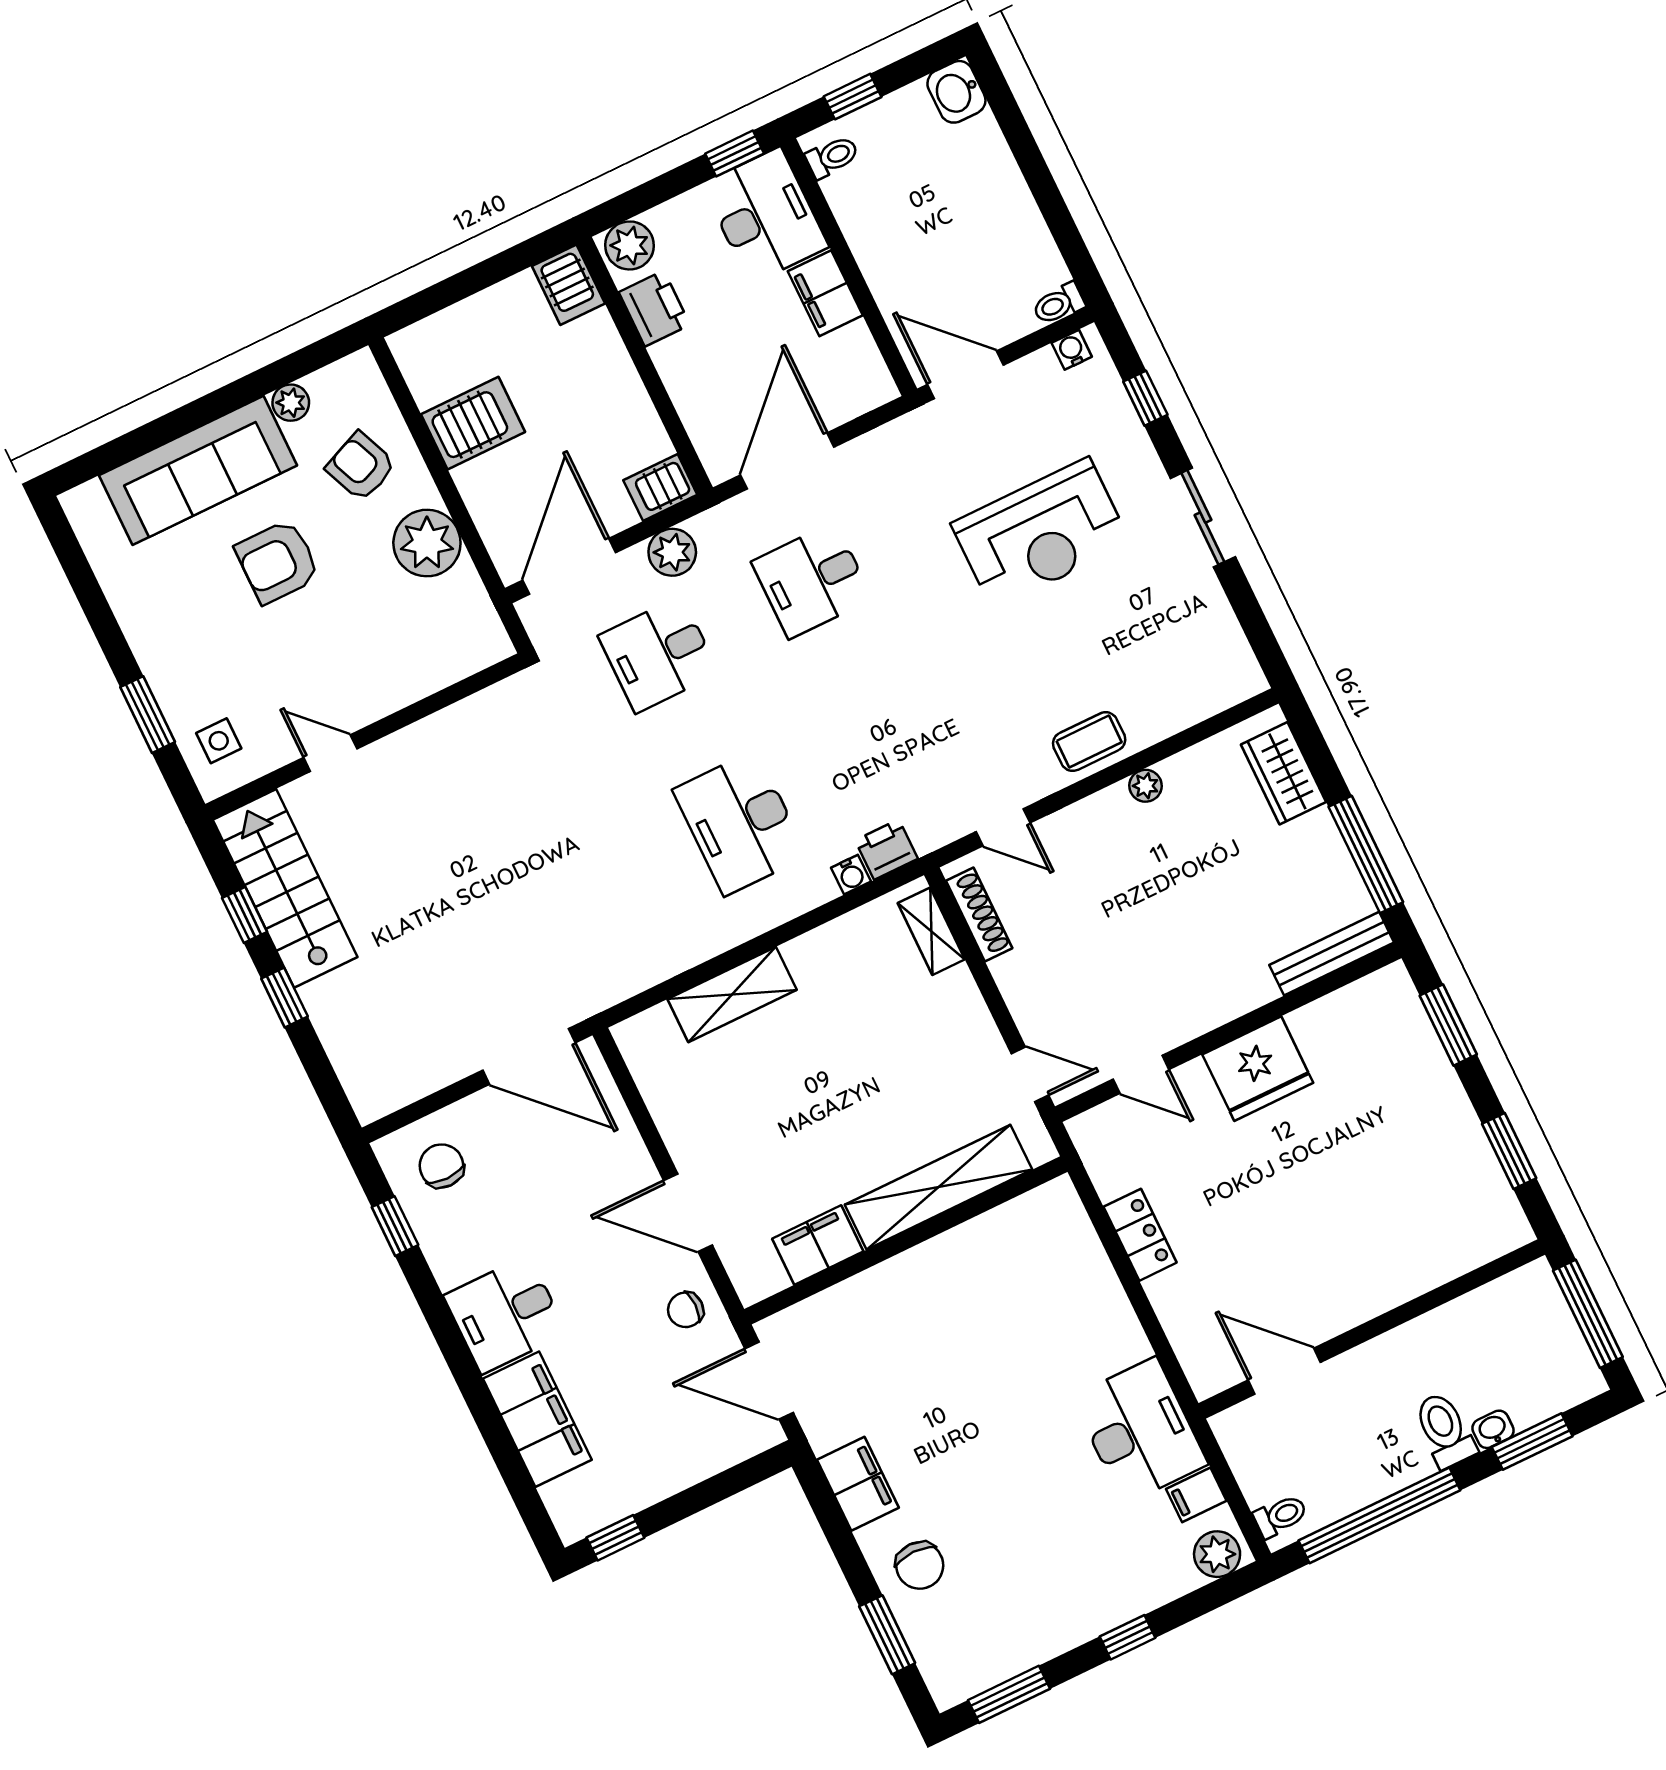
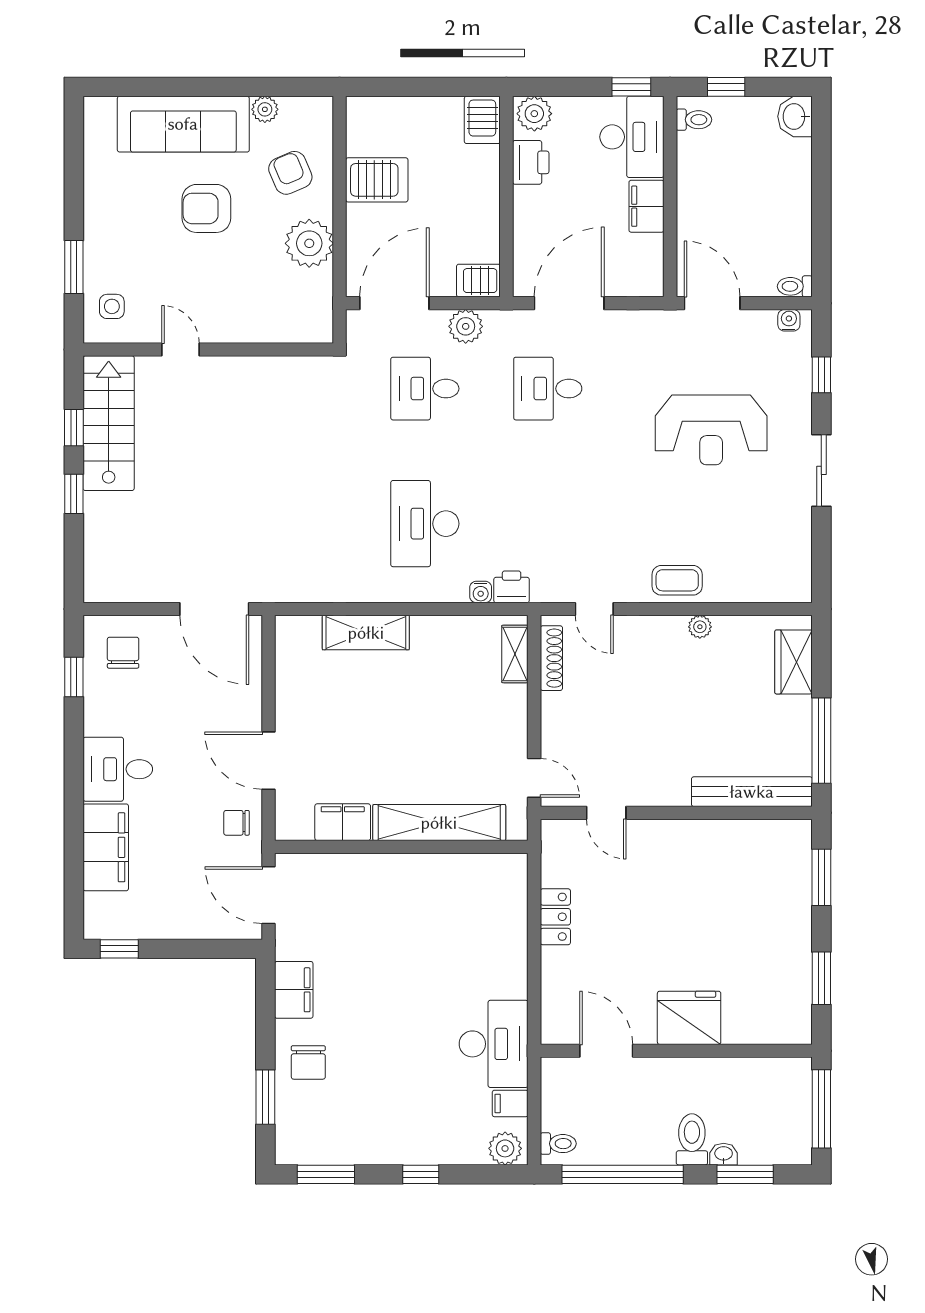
bench: (1332, 954) -> (752, 792), width x1.37, depth x1.21
fridge: (1258, 1069) -> (689, 1018), moved, turned 180

